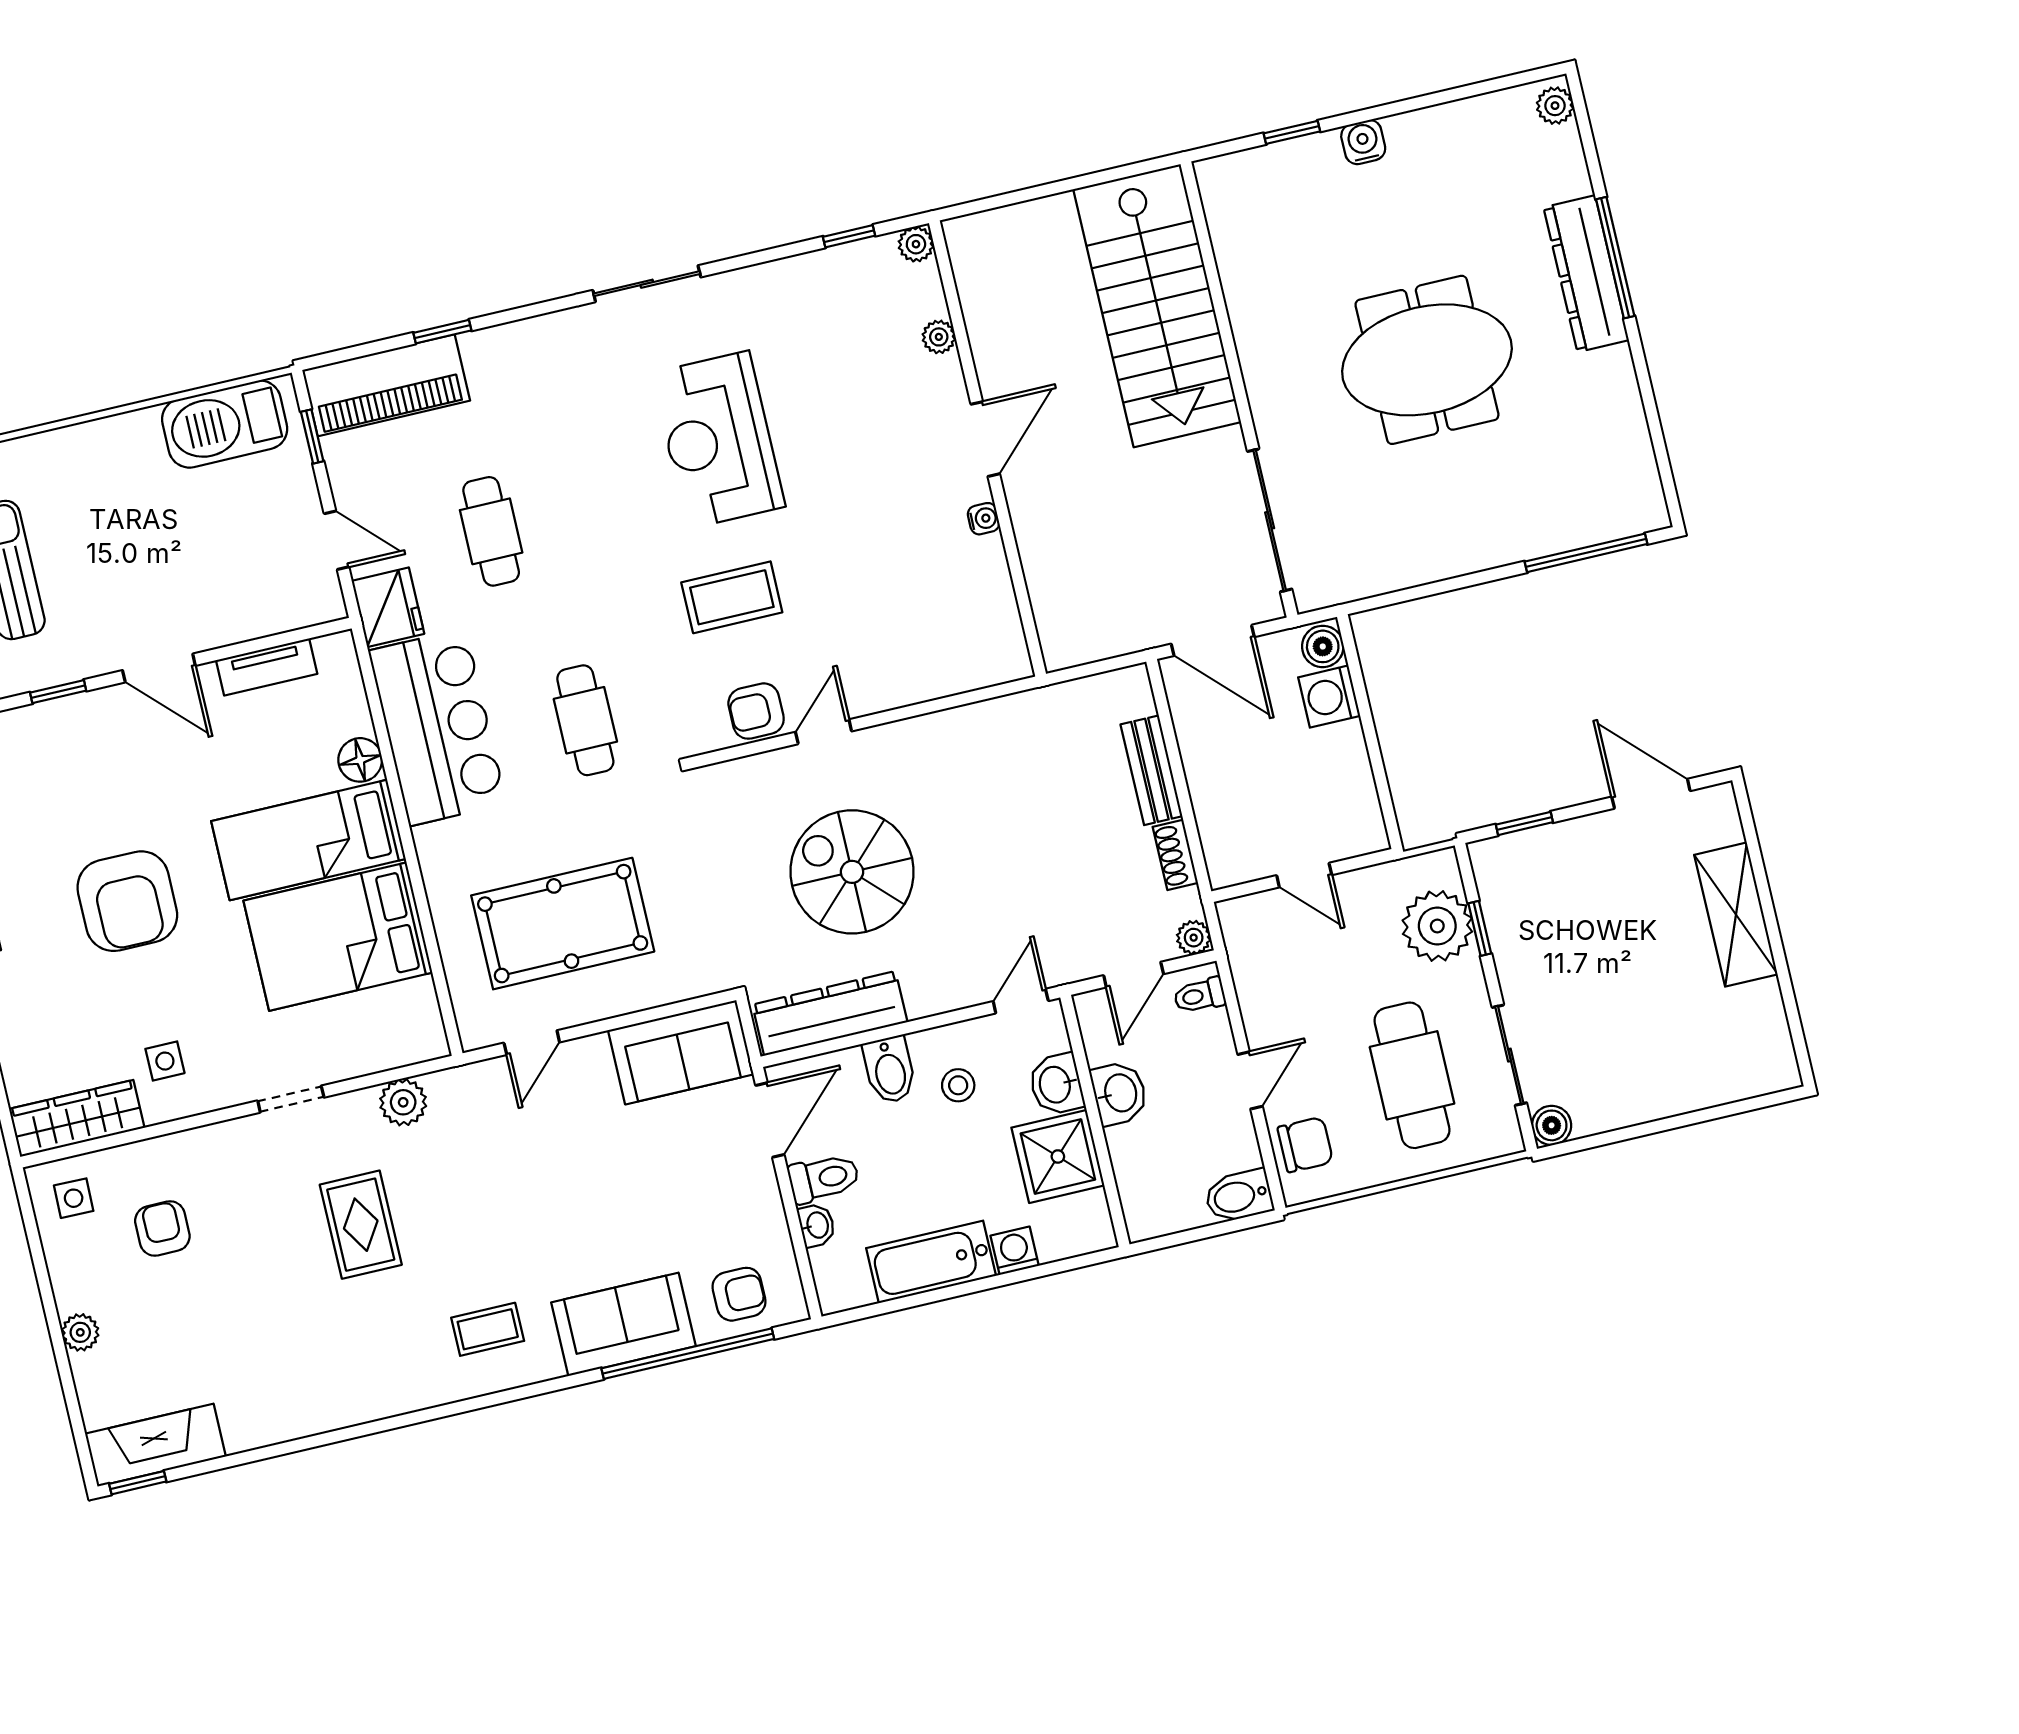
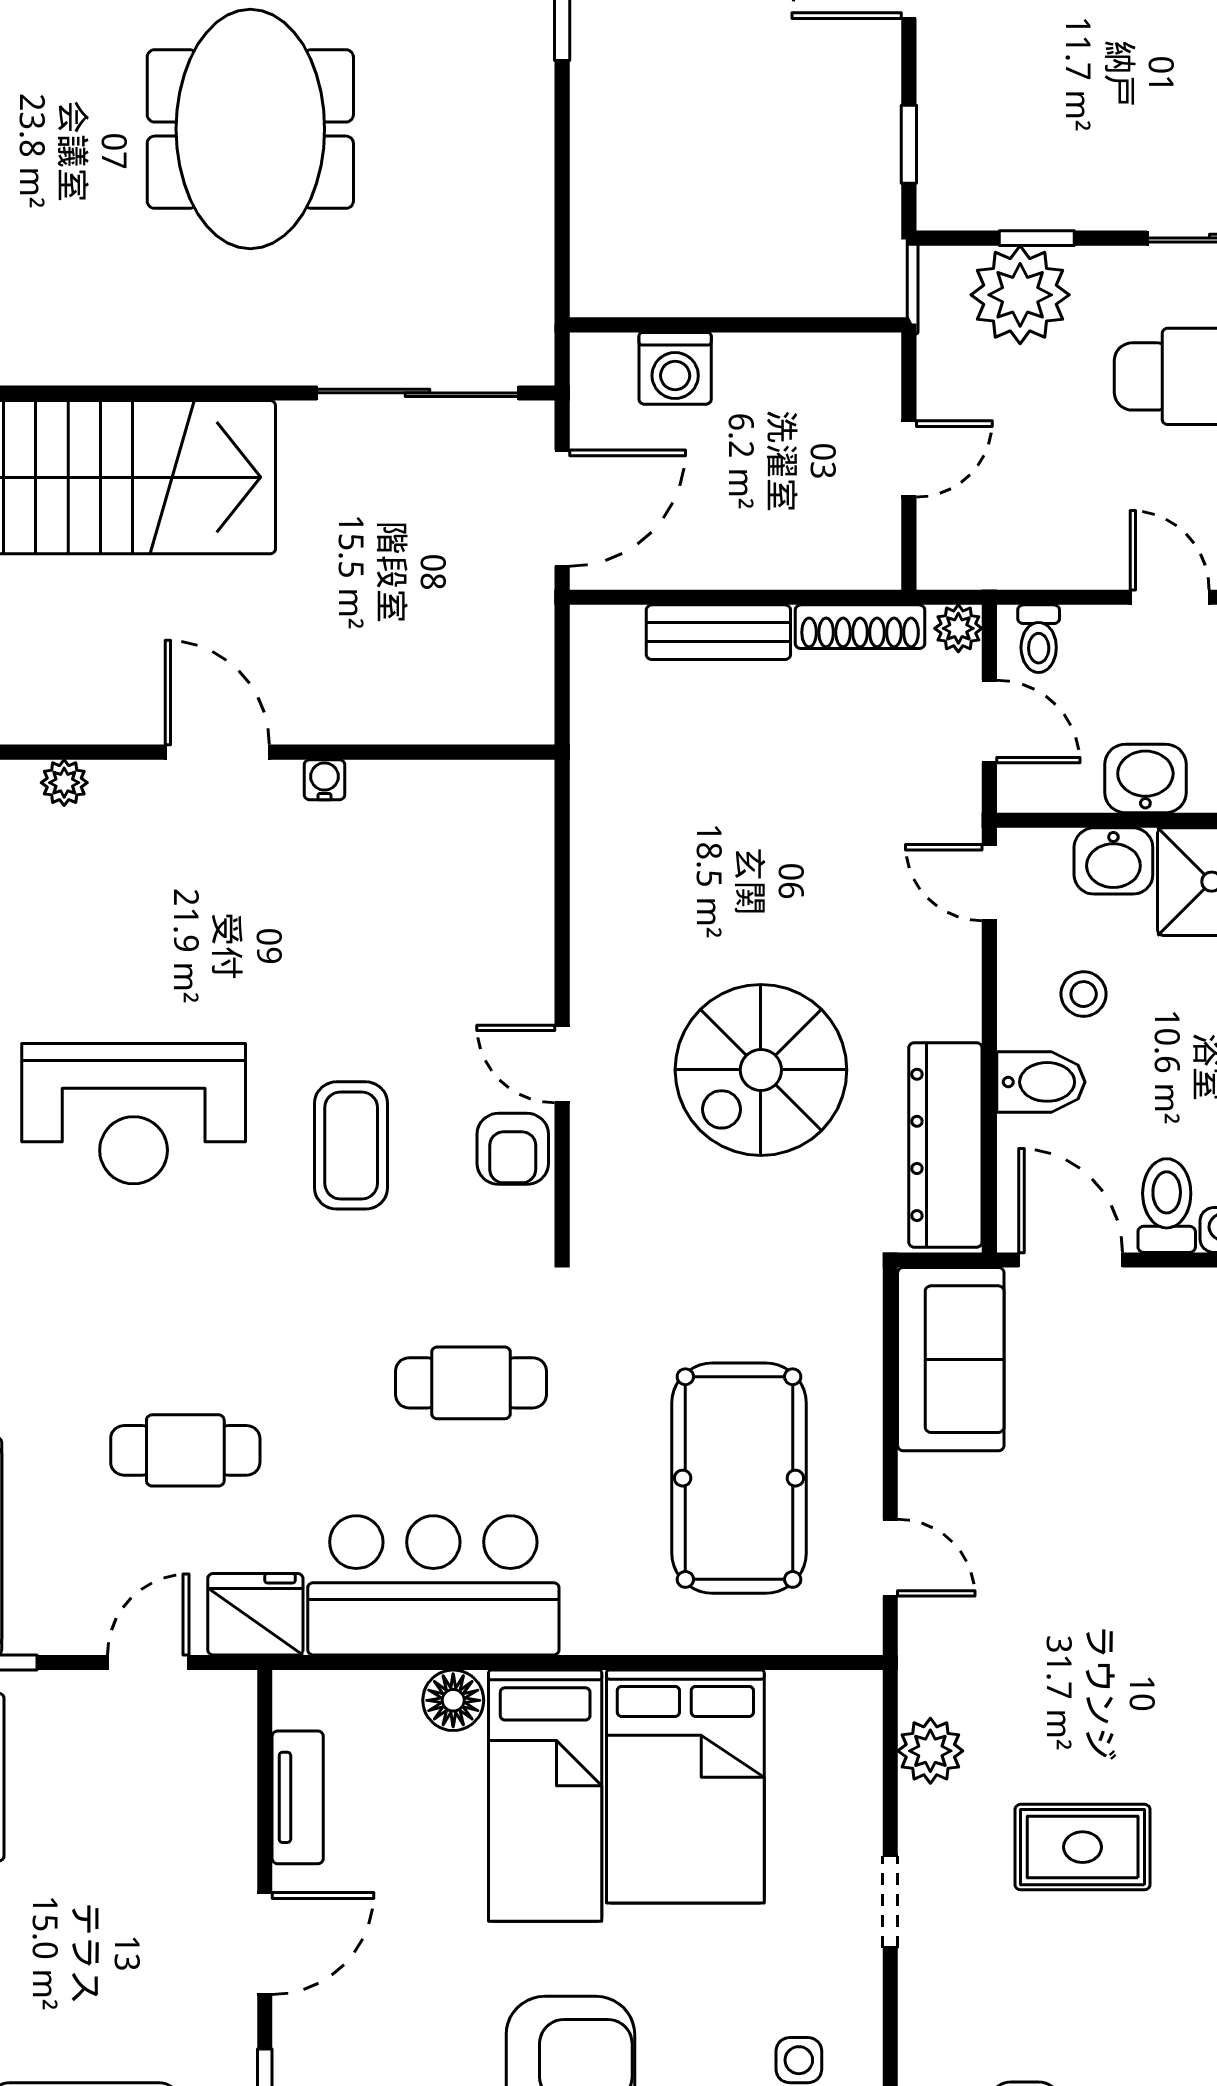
boiler: (1323, 646) -> (605, 361), removed
shoe rack: (1175, 855) -> (860, 627), width x1.43

